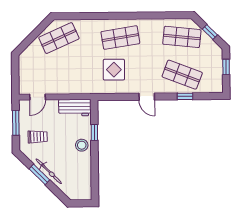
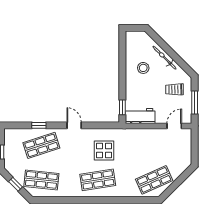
shop shelf: (182, 75) -> (41, 145), turned -39
window: (94, 132) -> (122, 107), moved
stool: (82, 145) -> (143, 68), moved
window: (39, 174) -> (173, 55), removed

